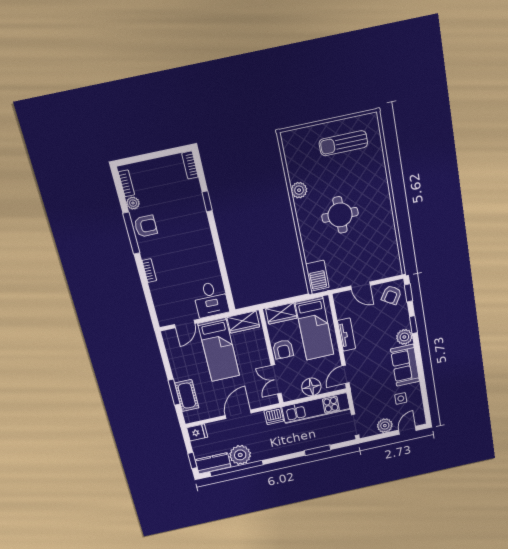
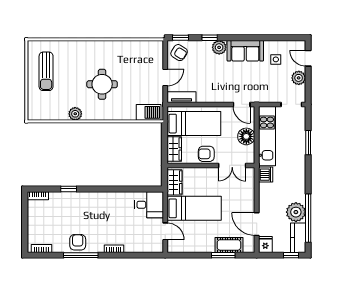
plant: (133, 203) -> (58, 247), removed
tv unit: (347, 335) -> (181, 97), moved
armchair: (283, 349) -> (206, 154), turned 180
door: (238, 414) -> (257, 224), moved

